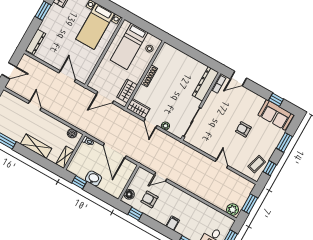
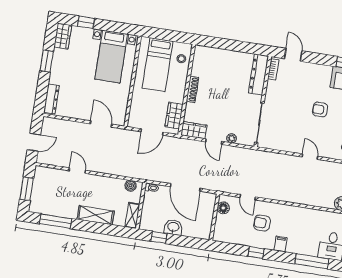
door: (238, 79) -> (293, 55), swing flipped
door: (161, 177) -> (248, 197), hinge flipped
floor lamp: (129, 194) -> (223, 208), moved
armchair: (149, 199) -> (262, 223), moved
window: (135, 214) -> (256, 253), moved

